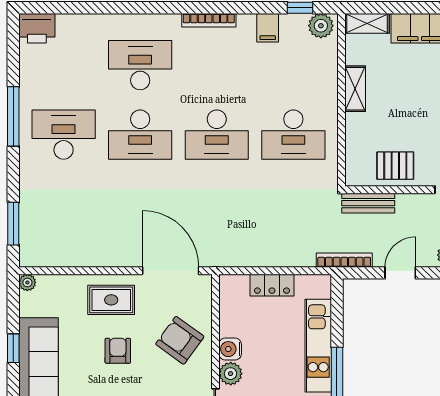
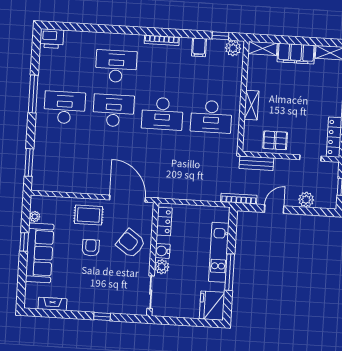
shelving: (355, 89) -> (251, 105), moved
desk: (140, 135) -> (113, 111), turned 180
plant: (27, 282) -> (35, 216), moved
locker: (272, 285) -> (164, 221), moved, turned -90

